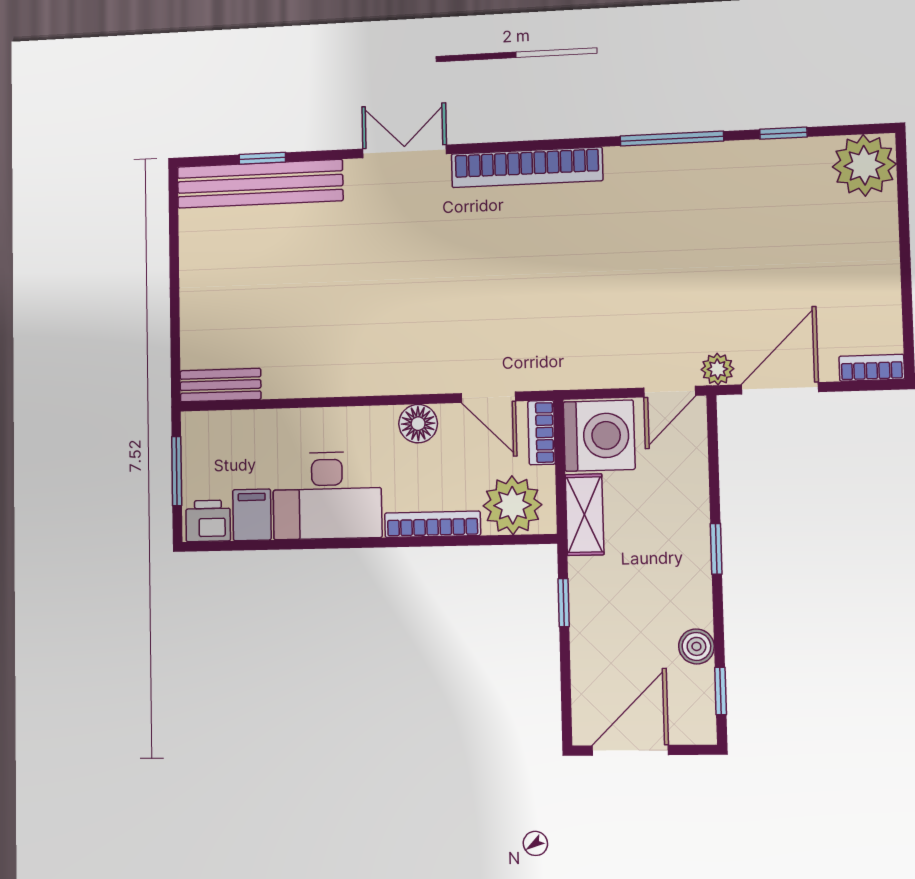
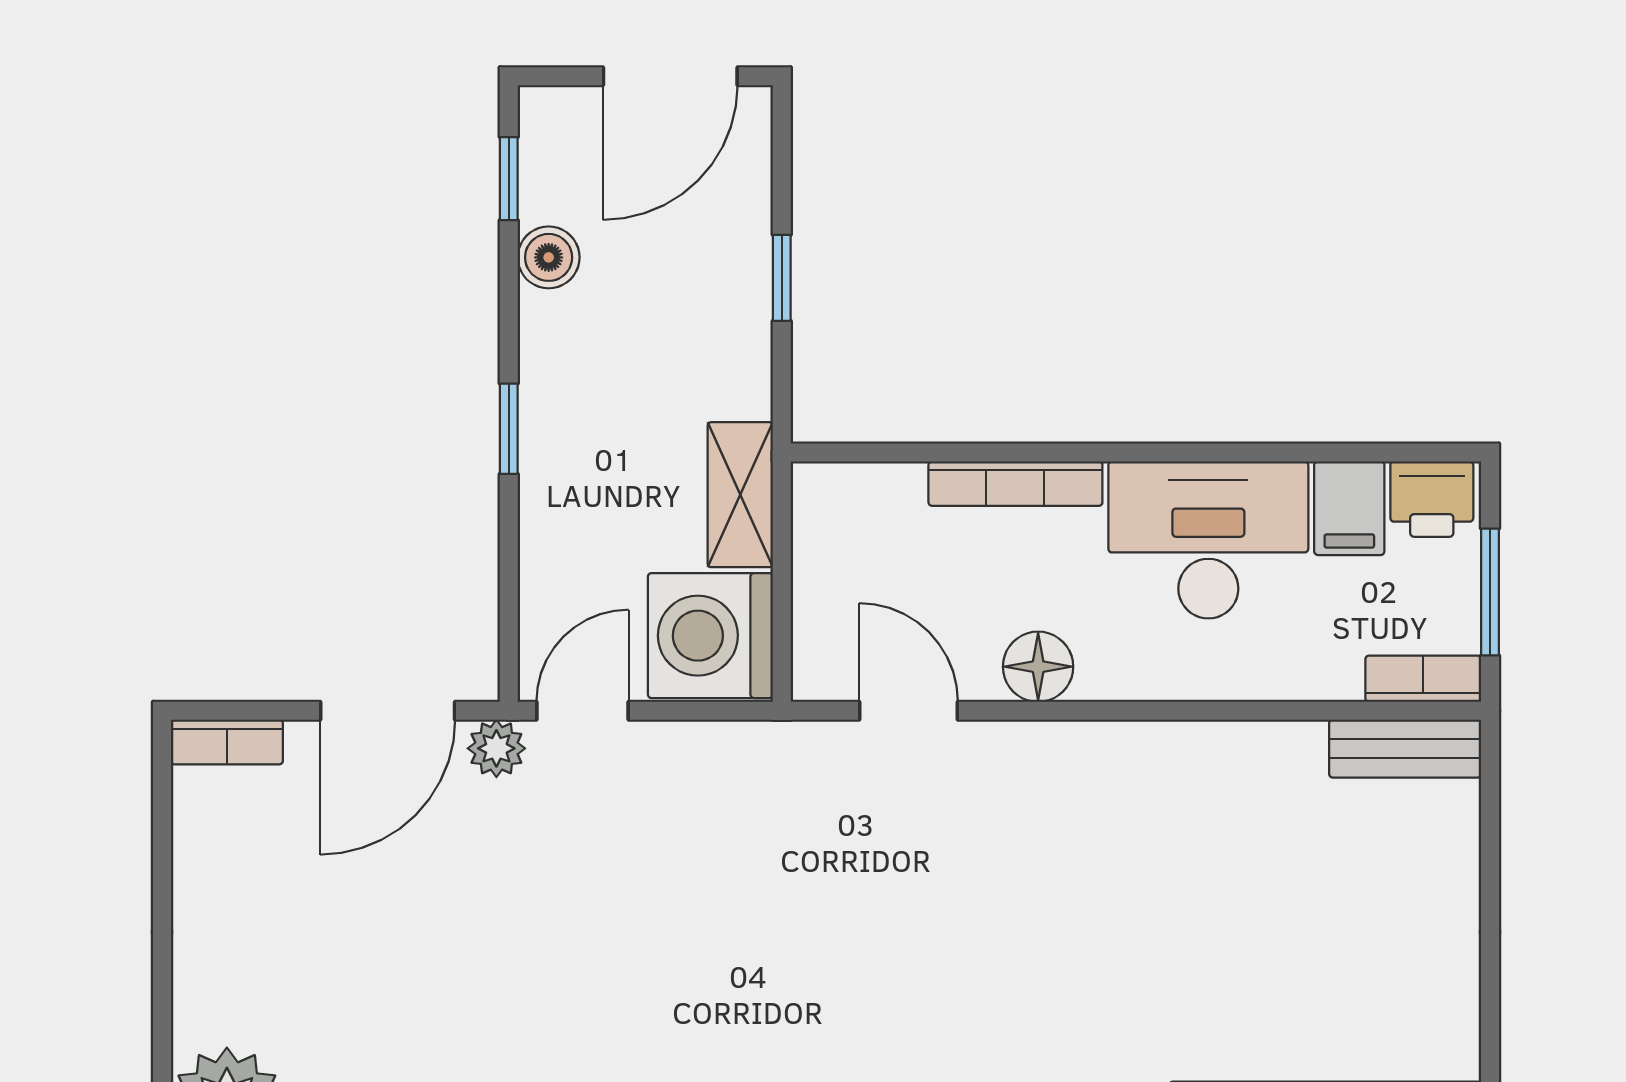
bookcase: (542, 433) -> (1423, 679), moved, turned -90
plant: (512, 505) -> (869, 515), removed
window: (564, 603) -> (782, 278), moved

